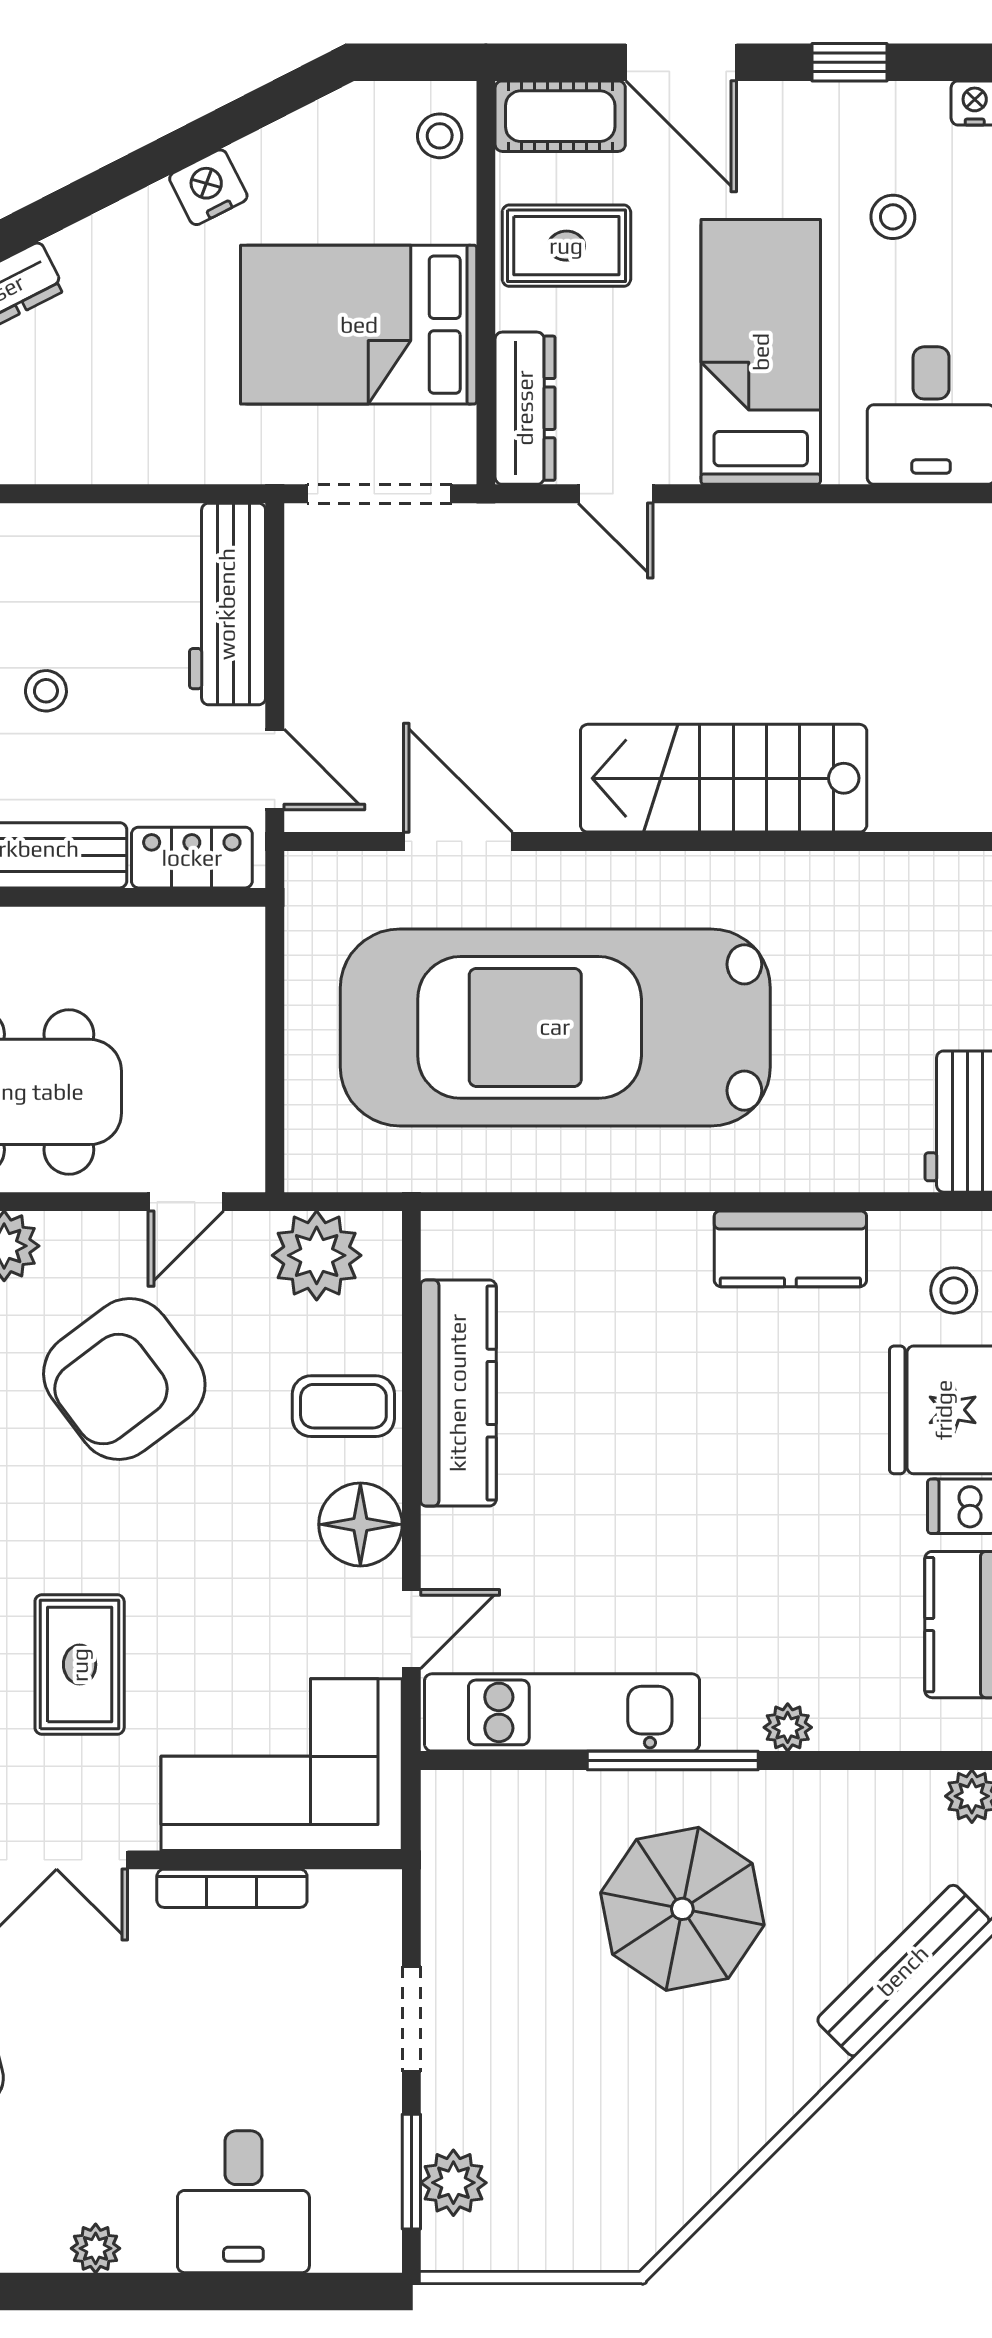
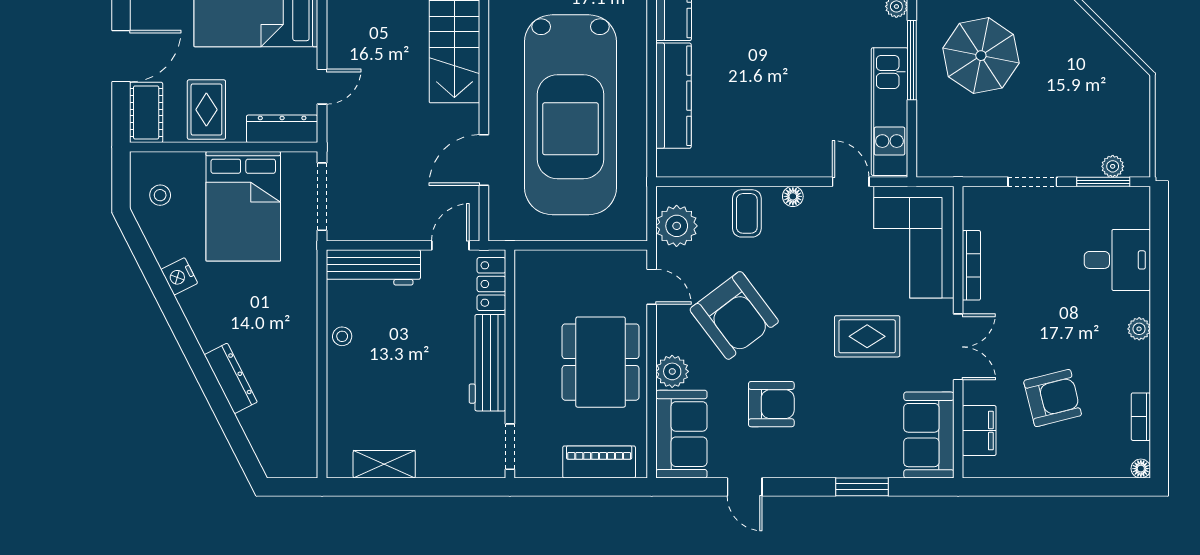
stool: (440, 136) -> (160, 195), moved
stool: (46, 691) -> (342, 336), moved
kitchen counter: (458, 1393) -> (673, 96), moved, turned 90
floor lamp: (360, 1524) -> (793, 196), width x0.53, depth x0.53
plant: (453, 2183) -> (1113, 166), width x0.73, depth x0.73

